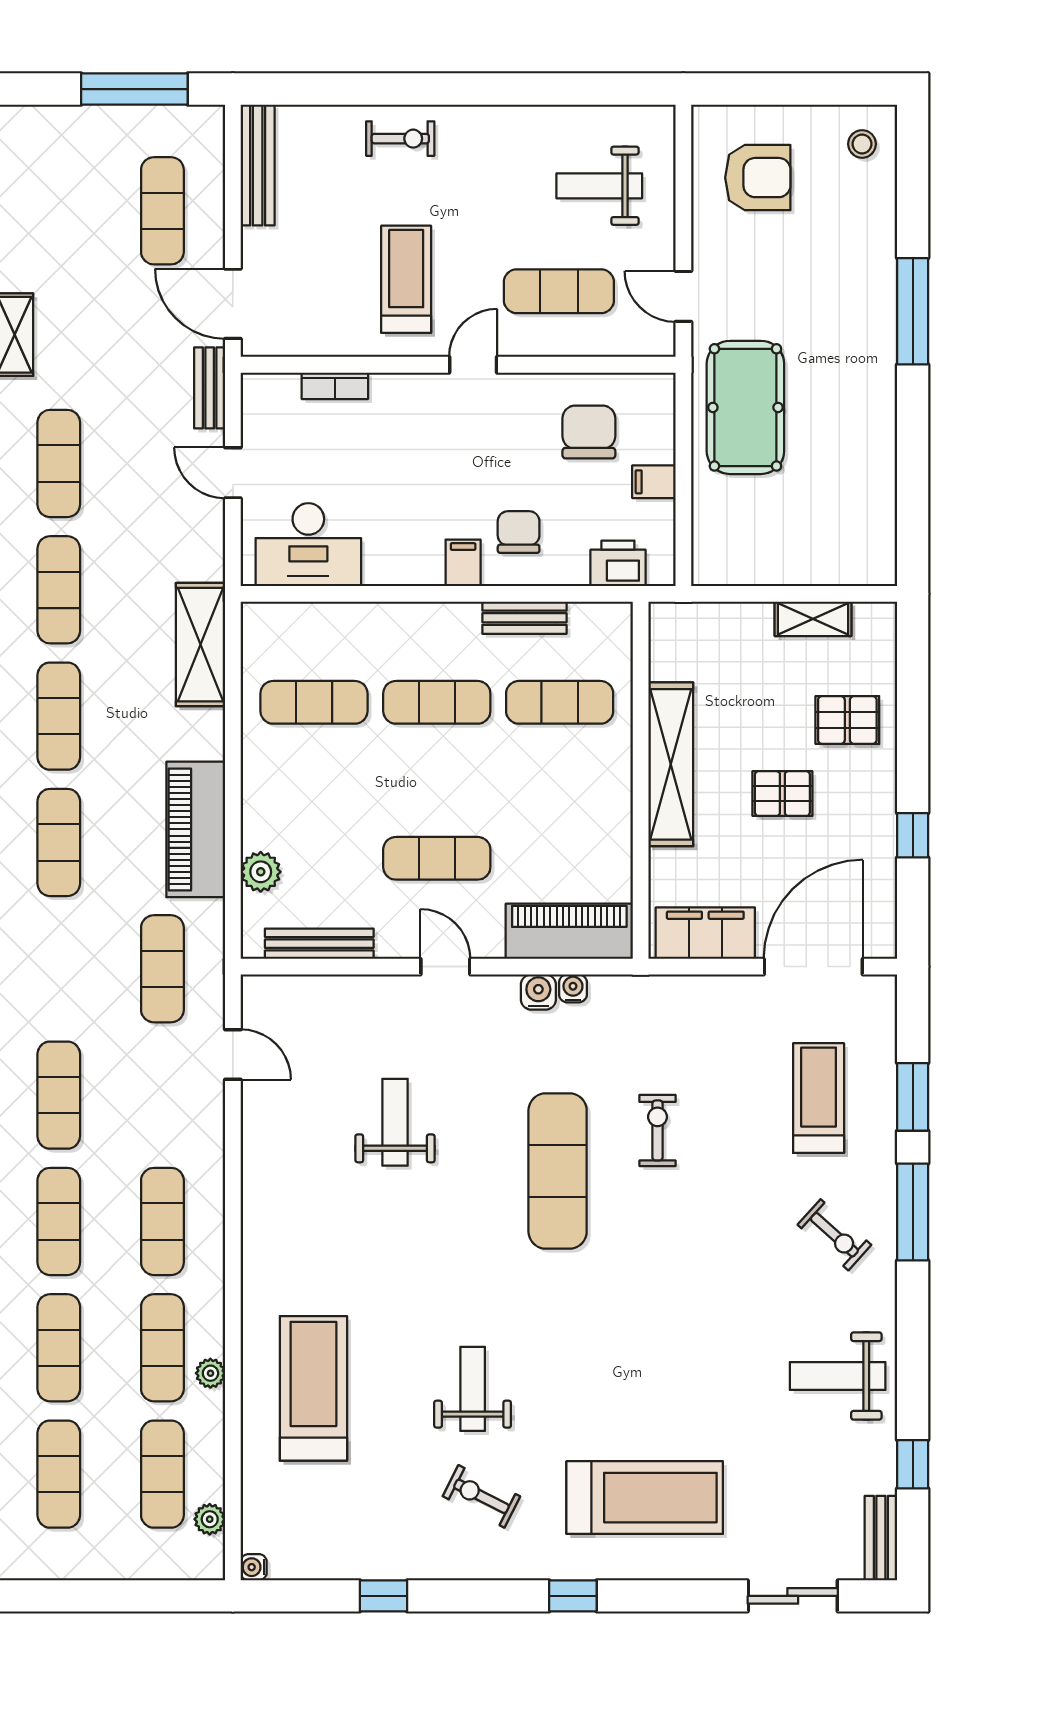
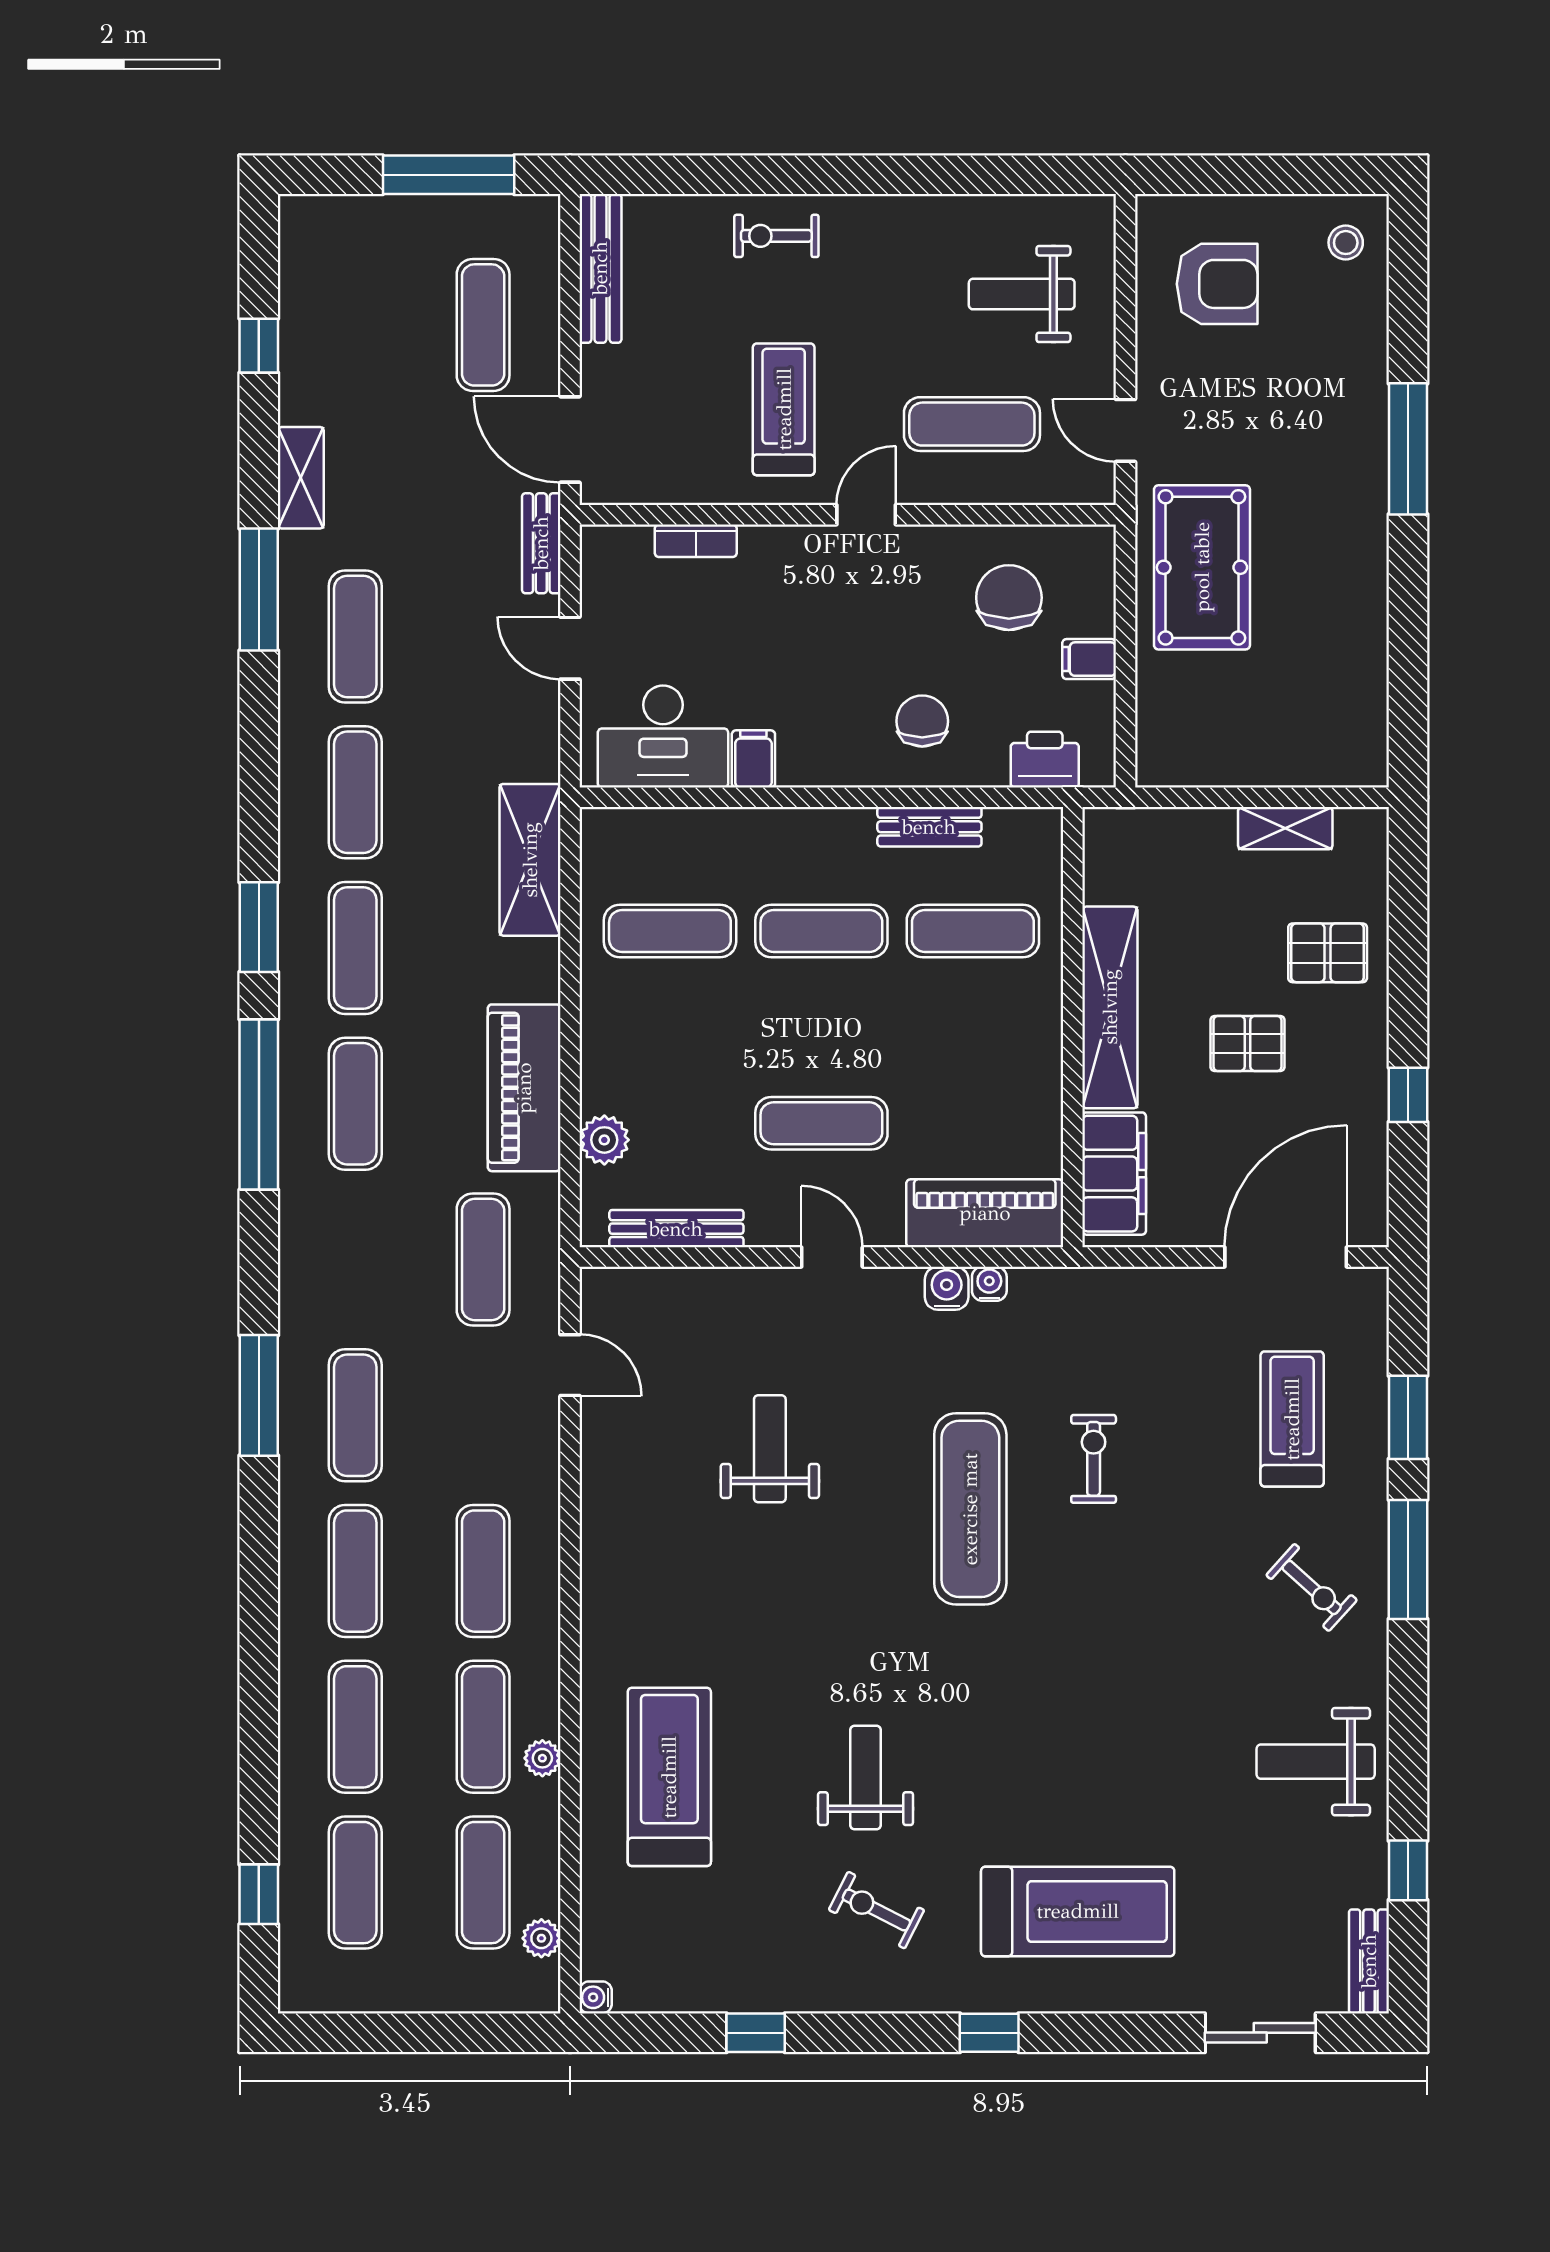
exercise bike: (400, 139) -> (776, 236), turned 180
filing cabinet: (463, 563) -> (753, 759), moved
filing cabinet: (705, 933) -> (1114, 1174), moved, turned 90

